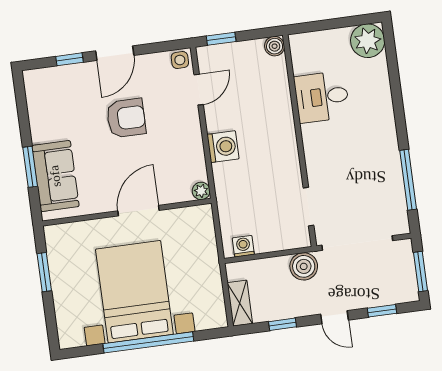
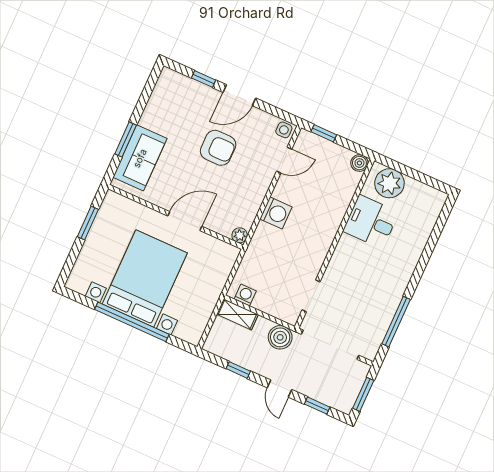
plant: (368, 41) -> (389, 183), moved
shelving: (240, 303) -> (237, 314), moved, turned 90

